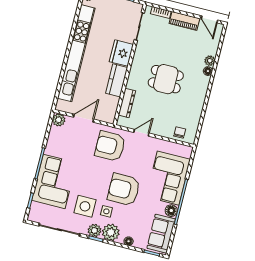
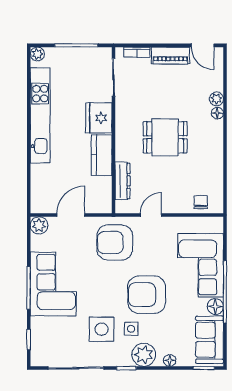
kitchen unit: (76, 53) -> (40, 116), width x0.73
corner sofa: (54, 181) -> (53, 284), moved
plant: (94, 230) -> (122, 358), removed

